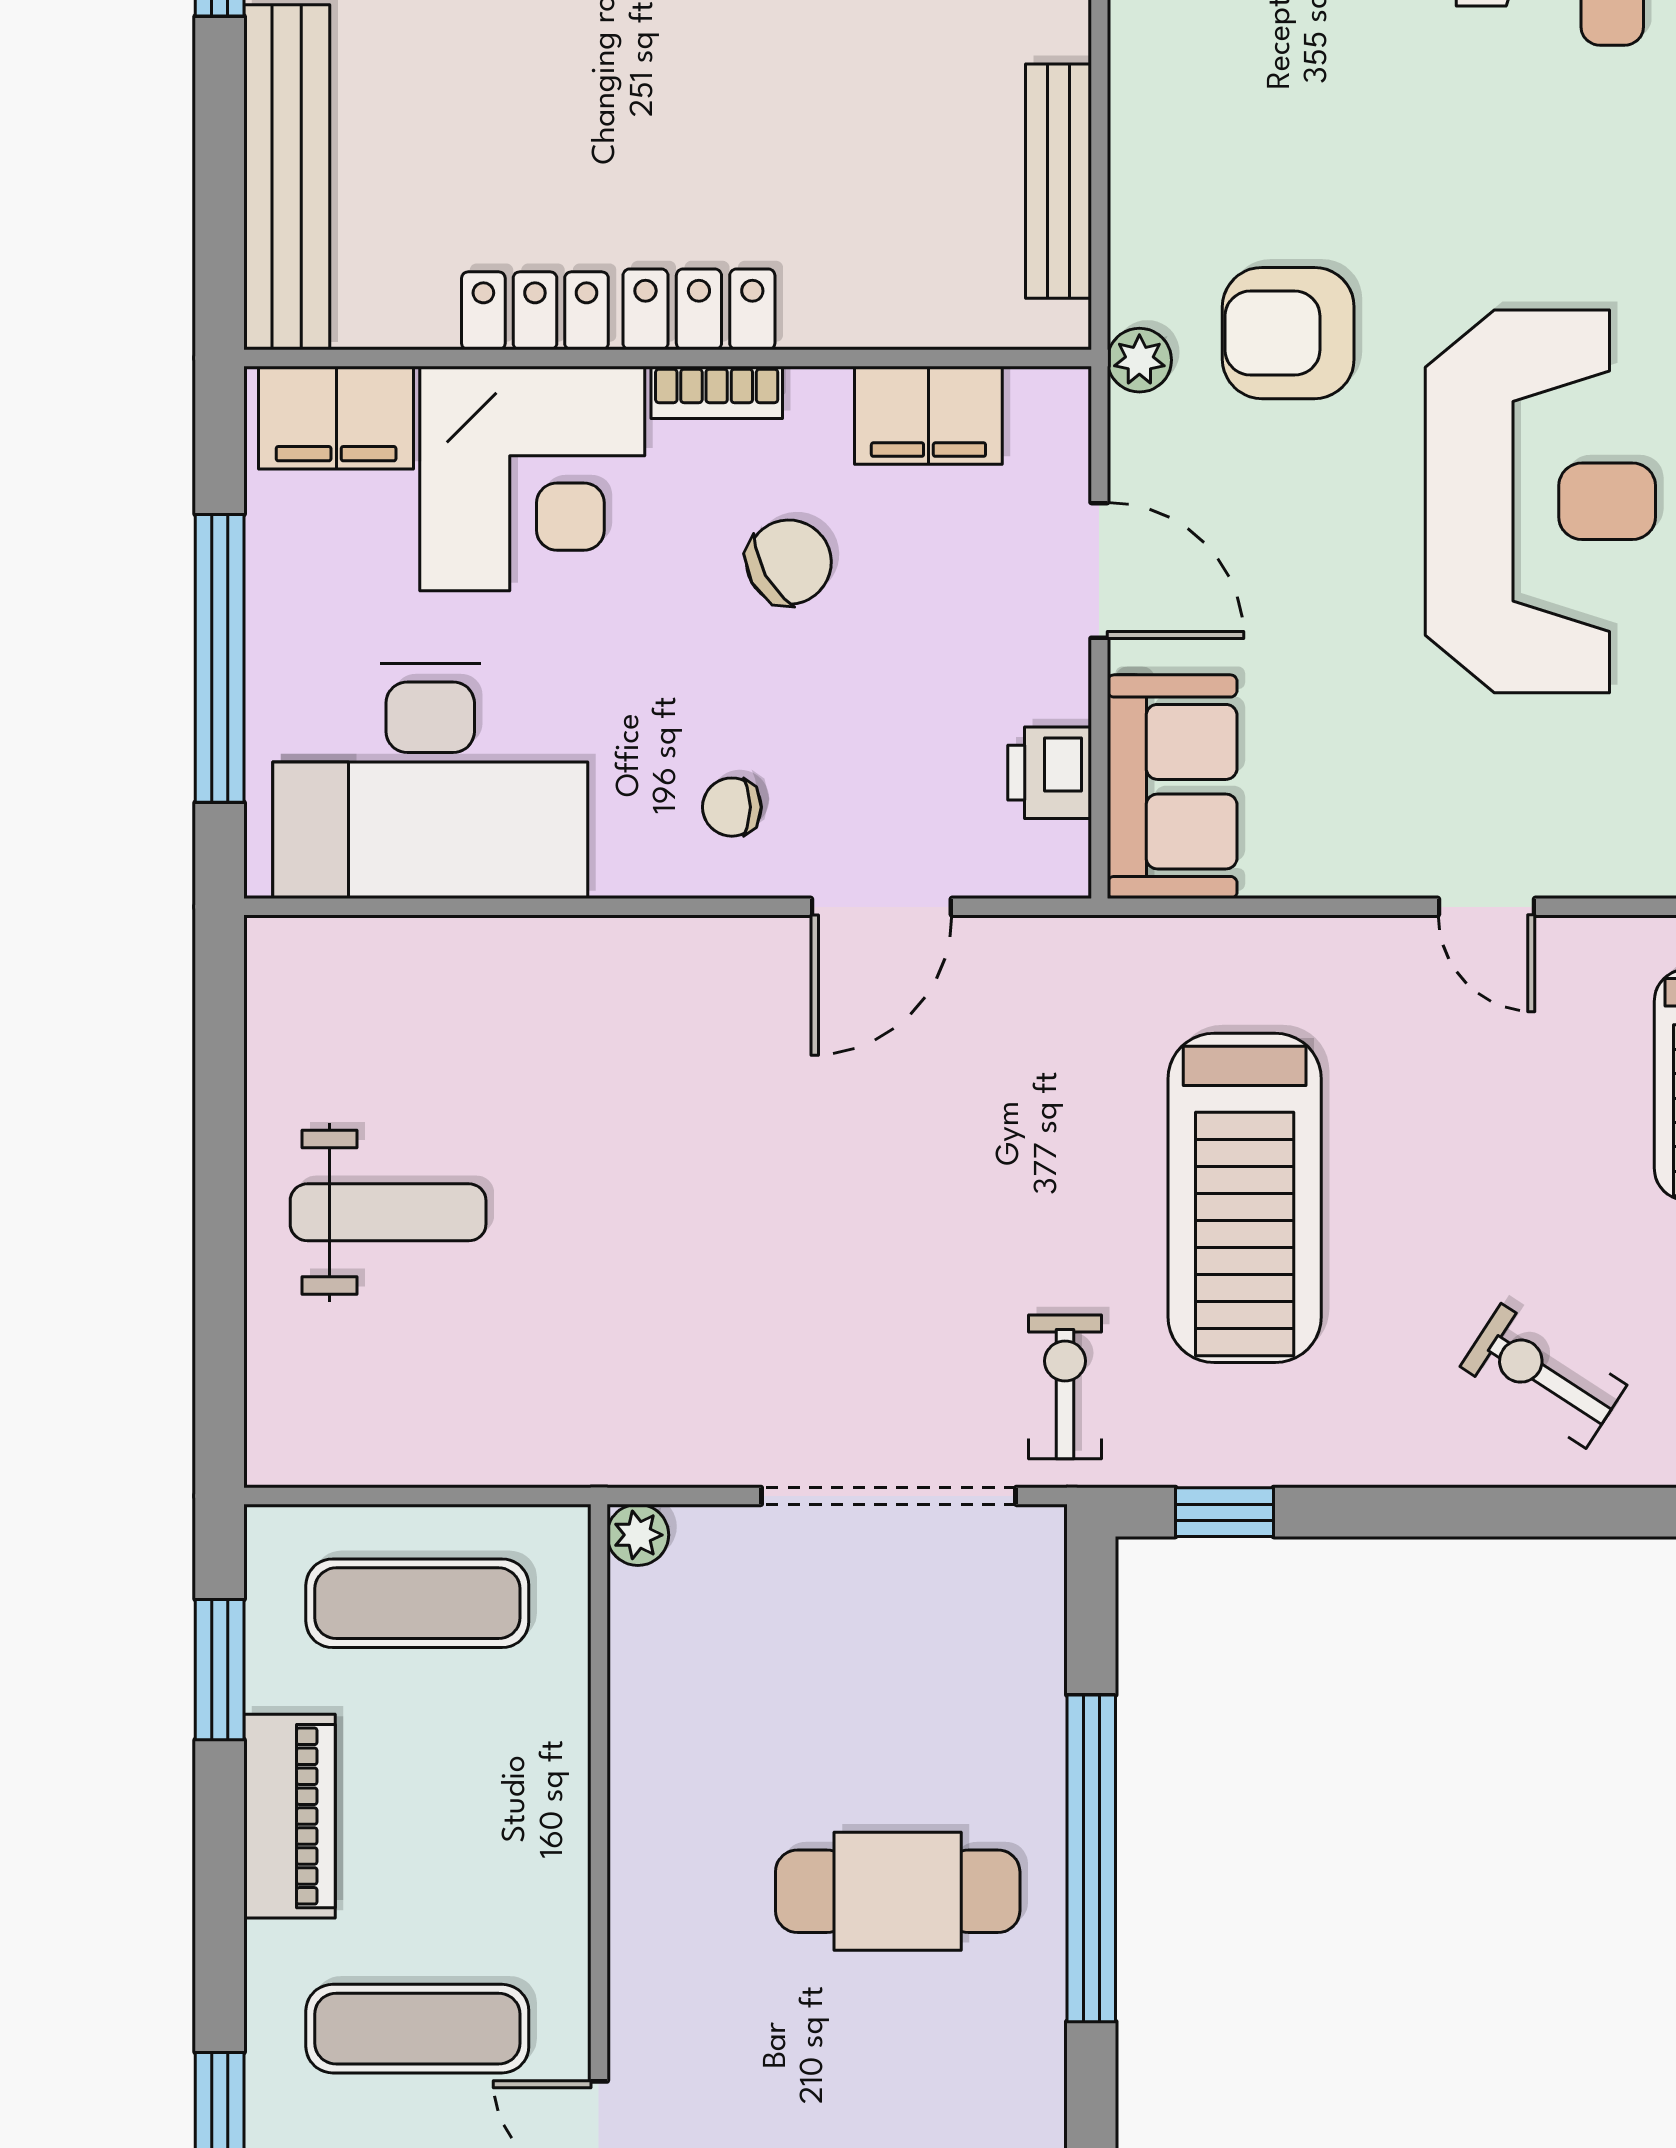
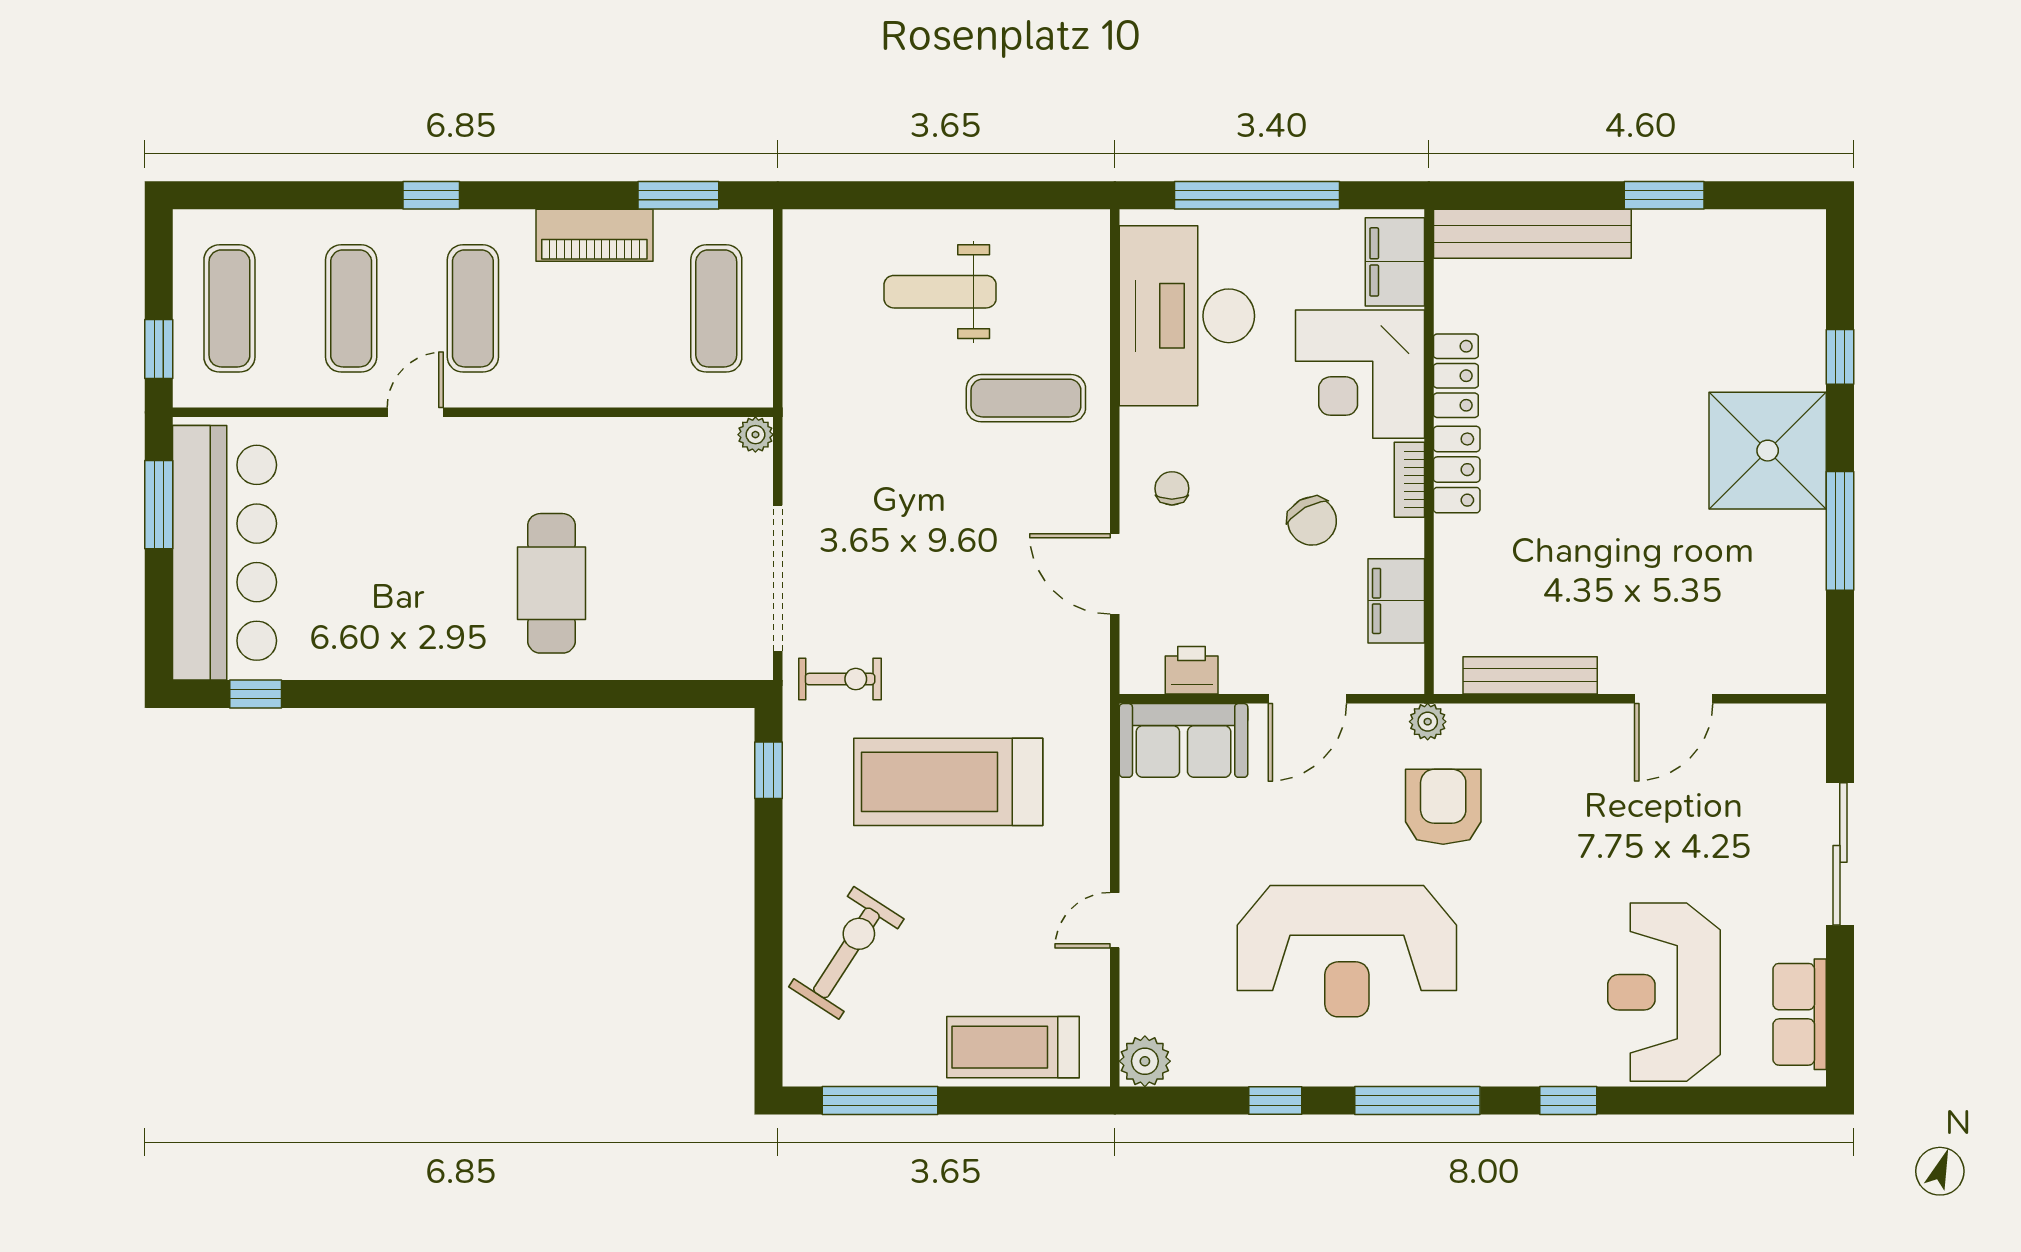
exercise mat: (574, 1062) -> (1026, 398), added
weight bench: (388, 1212) -> (940, 292), turned 90
exercise bike: (1543, 1376) -> (846, 953), width x1.38, depth x1.39
window: (1091, 1858) -> (570, 694), removed

